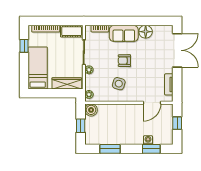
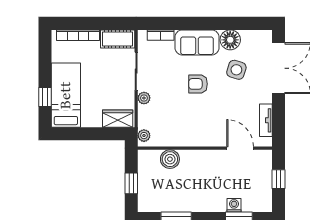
window: (24, 46) -> (45, 97), moved
wardrobe: (67, 83) -> (118, 119), width x0.67
side table: (119, 84) -> (236, 70), moved
door: (152, 103) -> (240, 148), swing flipped
boiler: (91, 110) -> (170, 159), moved

